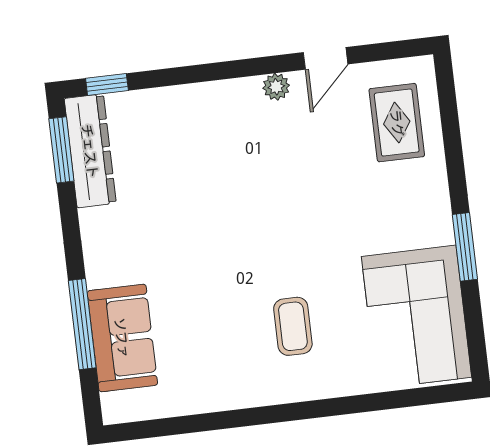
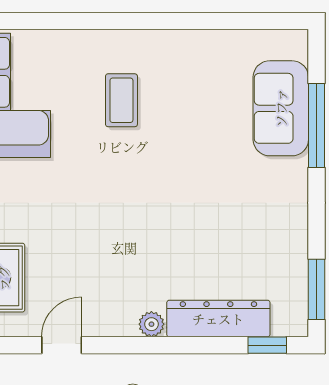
plant: (276, 87) -> (151, 324), moved
dresser: (90, 151) -> (218, 319), moved, turned 90

